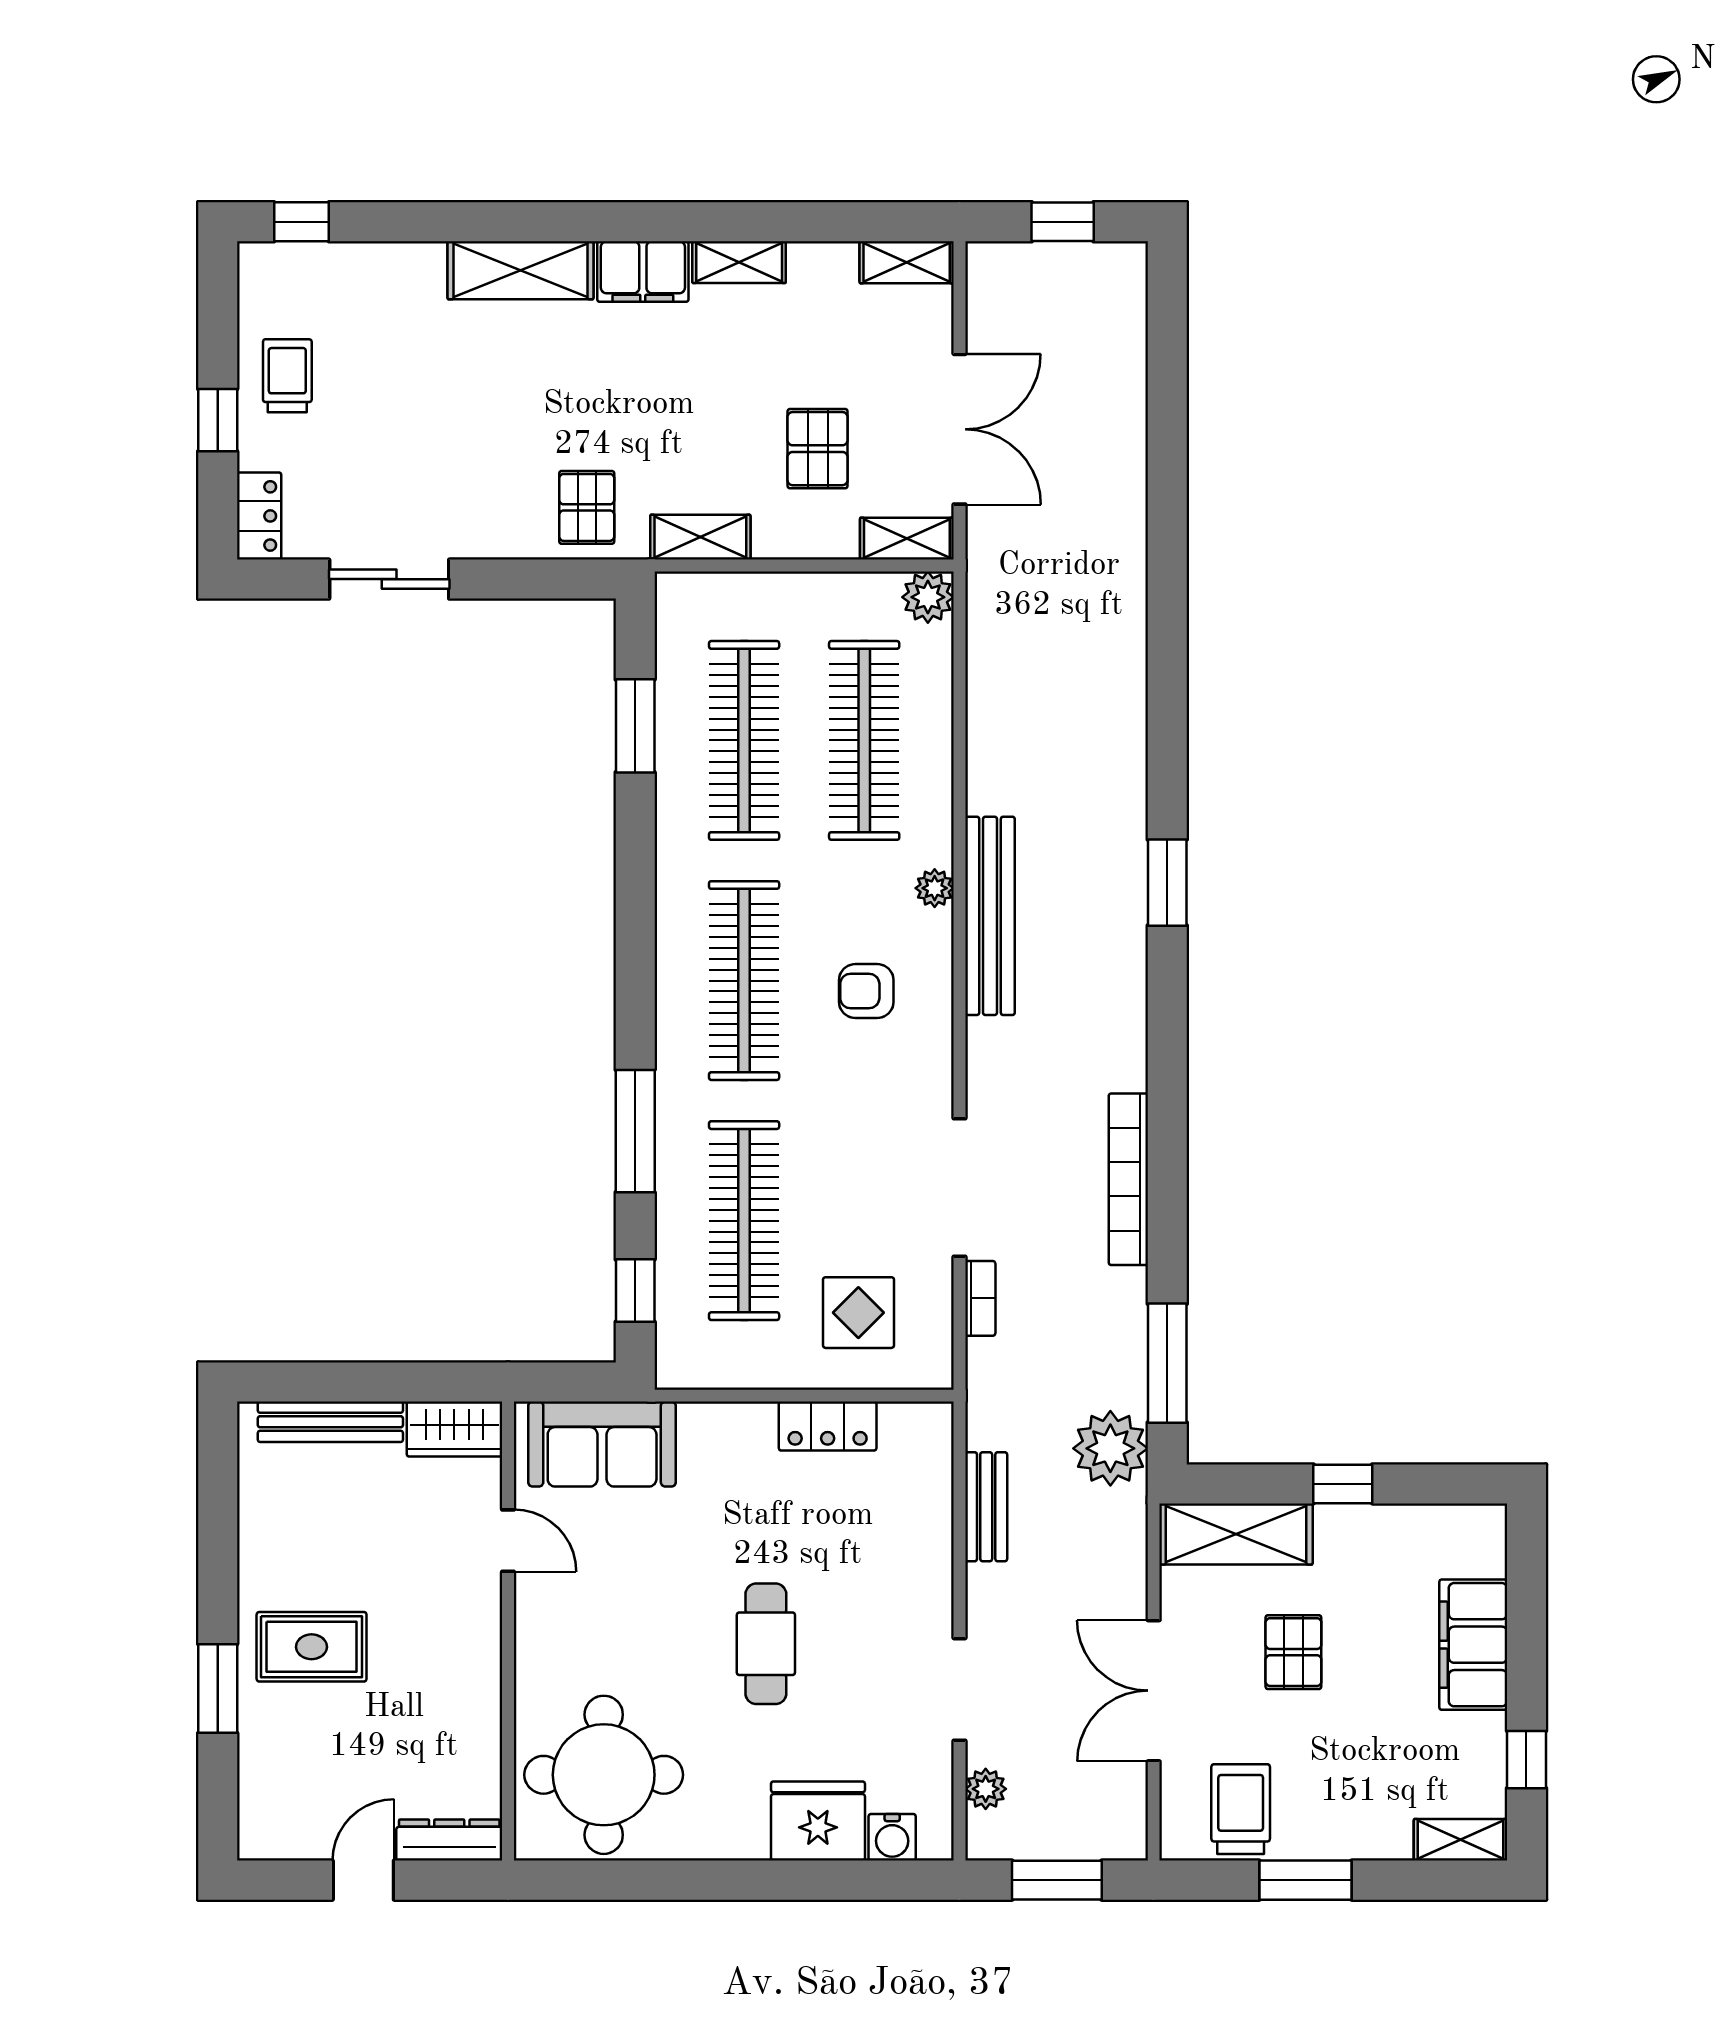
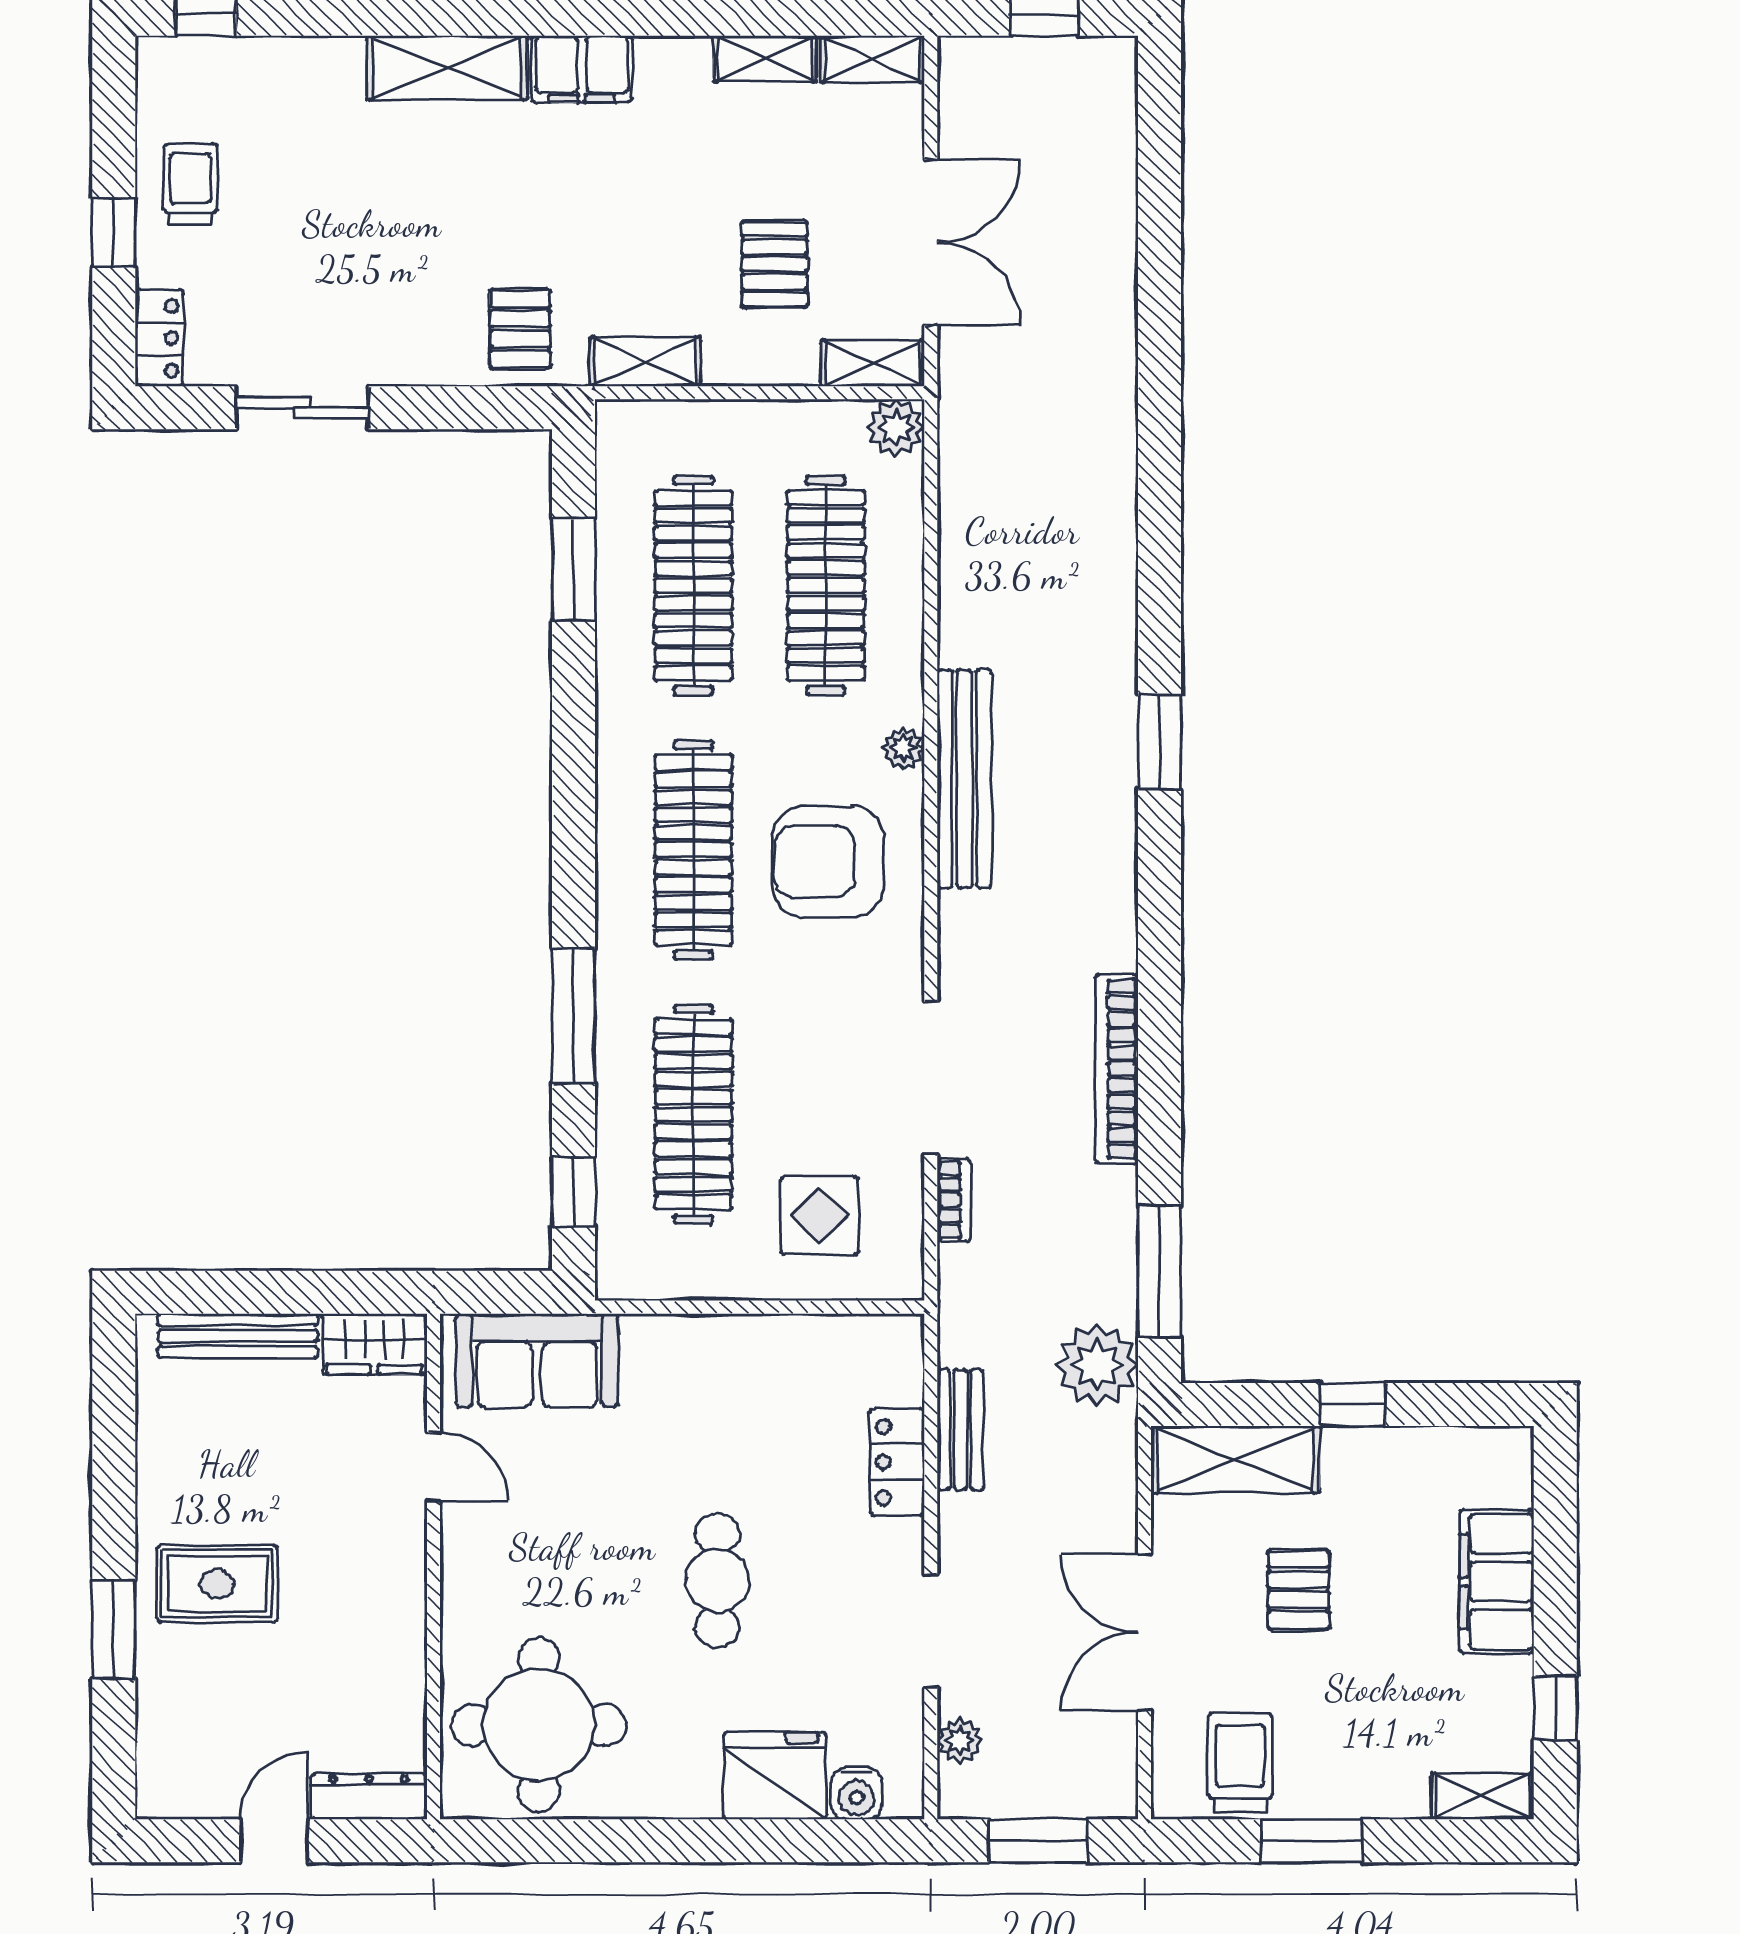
shelving: (739, 262) -> (765, 59), moved
armchair: (866, 991) -> (828, 862), width x1.88, depth x1.88
locker: (828, 1426) -> (897, 1462), moved, turned 90

